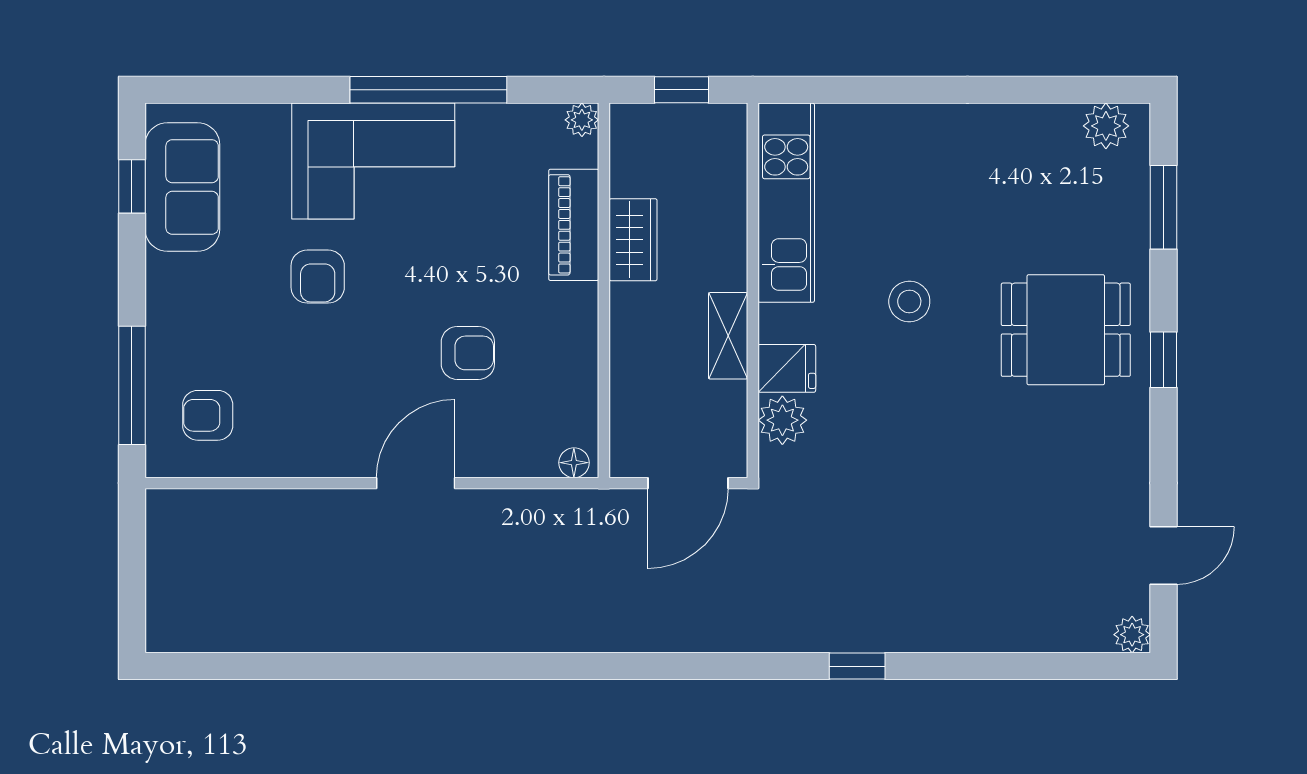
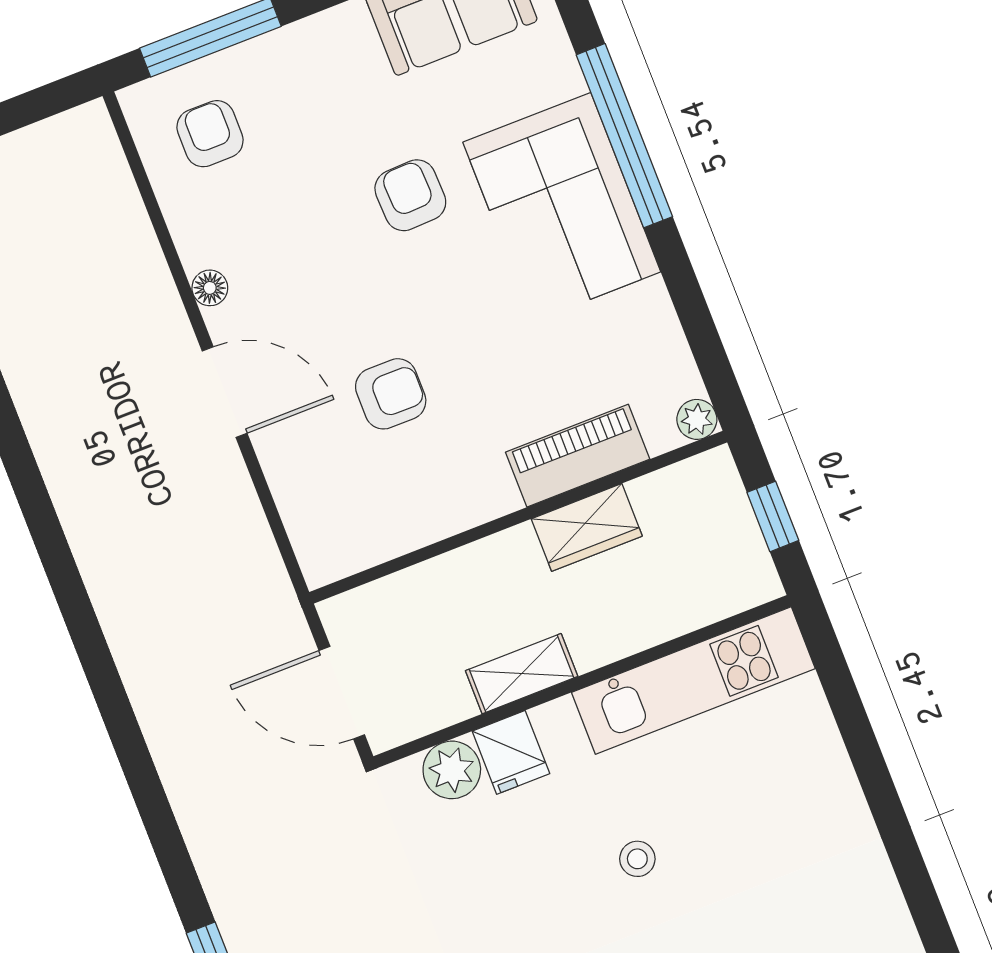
window: (428, 90) -> (624, 136), moved
armchair: (318, 277) -> (410, 195), turned 88
stool: (909, 301) -> (637, 859), width x0.73, depth x0.73
armchair: (468, 353) -> (391, 394), turned -90
floor lamp: (574, 463) -> (210, 288), moved

